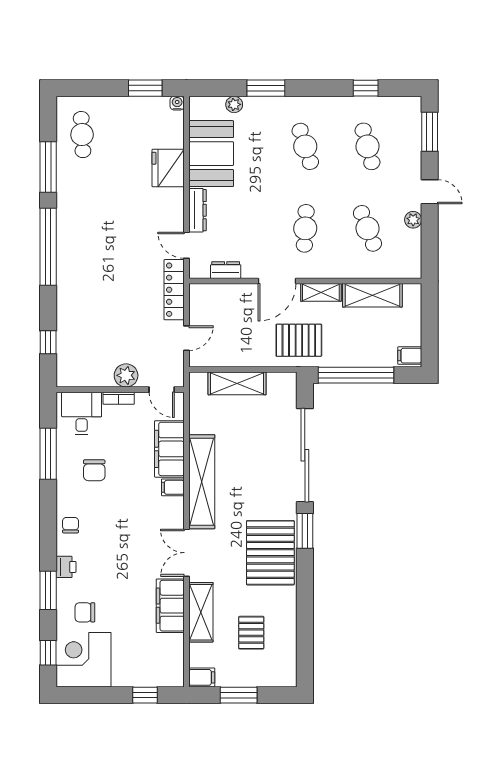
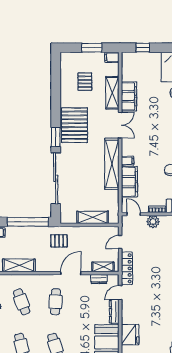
door: (187, 245) -> (120, 293), swing flipped
shelving: (321, 292) -> (103, 267), moved
pallet: (299, 340) -> (59, 241), width x0.67, depth x0.71

